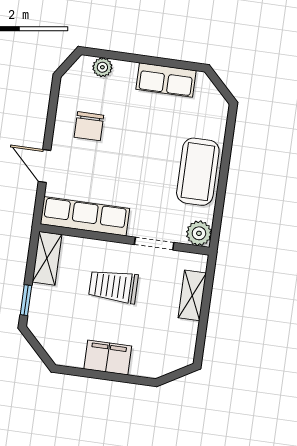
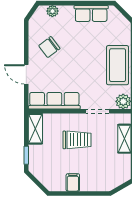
chair: (89, 126) -> (49, 47), turned 53
trolley: (113, 286) -> (77, 140), turned 180
filing cabinet: (108, 357) -> (73, 182), width x0.50

